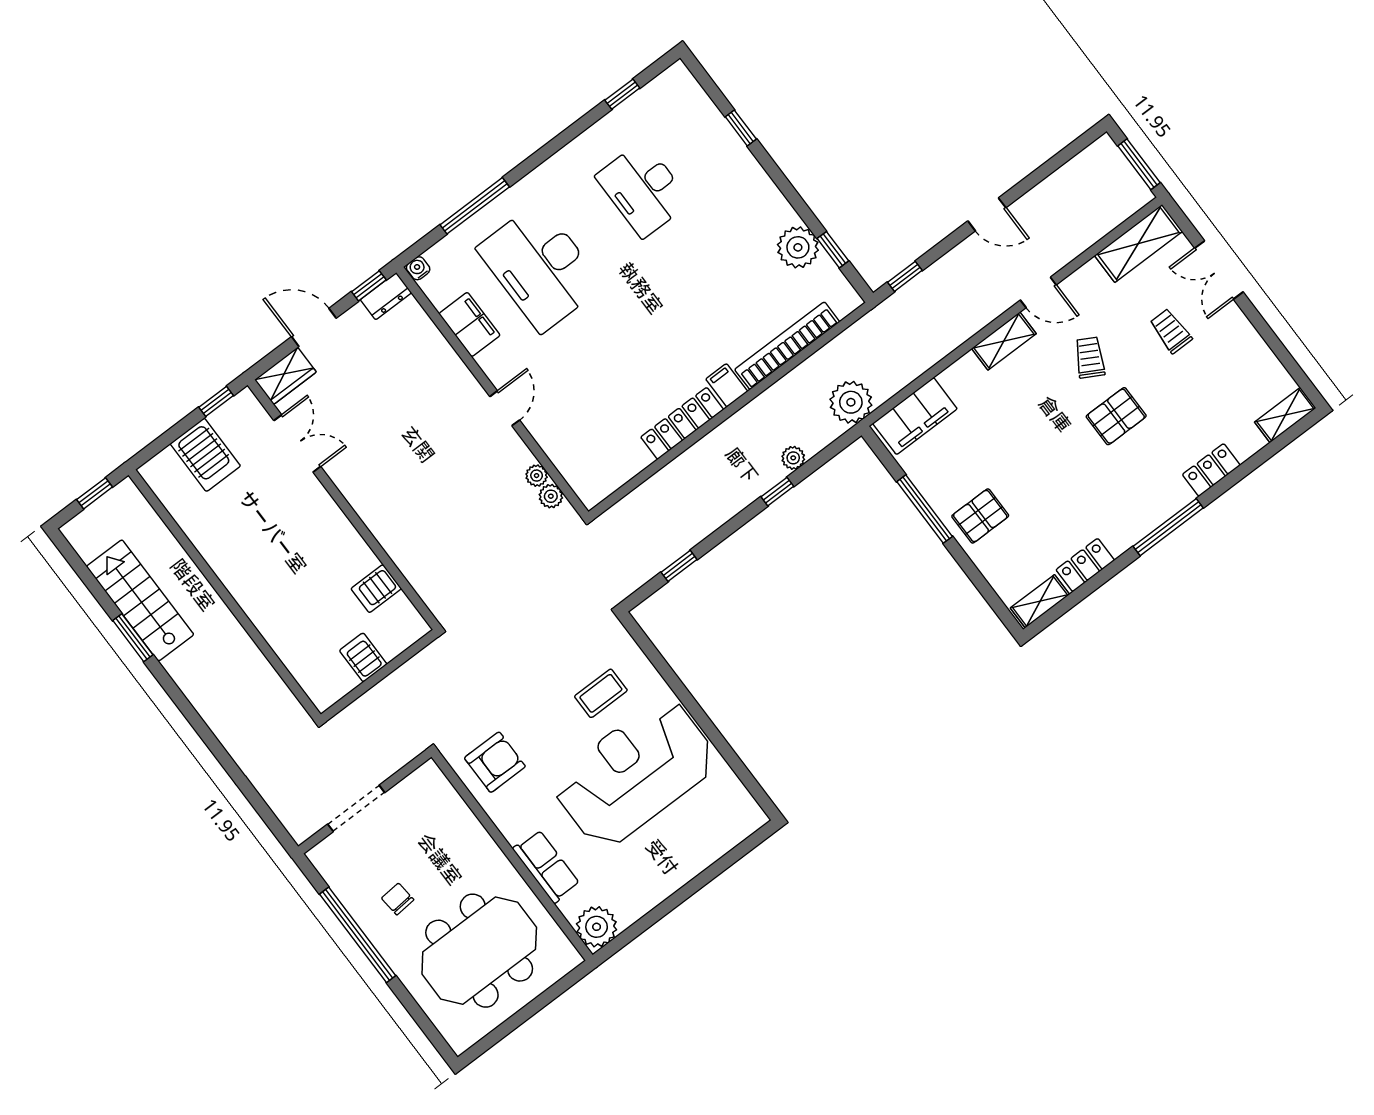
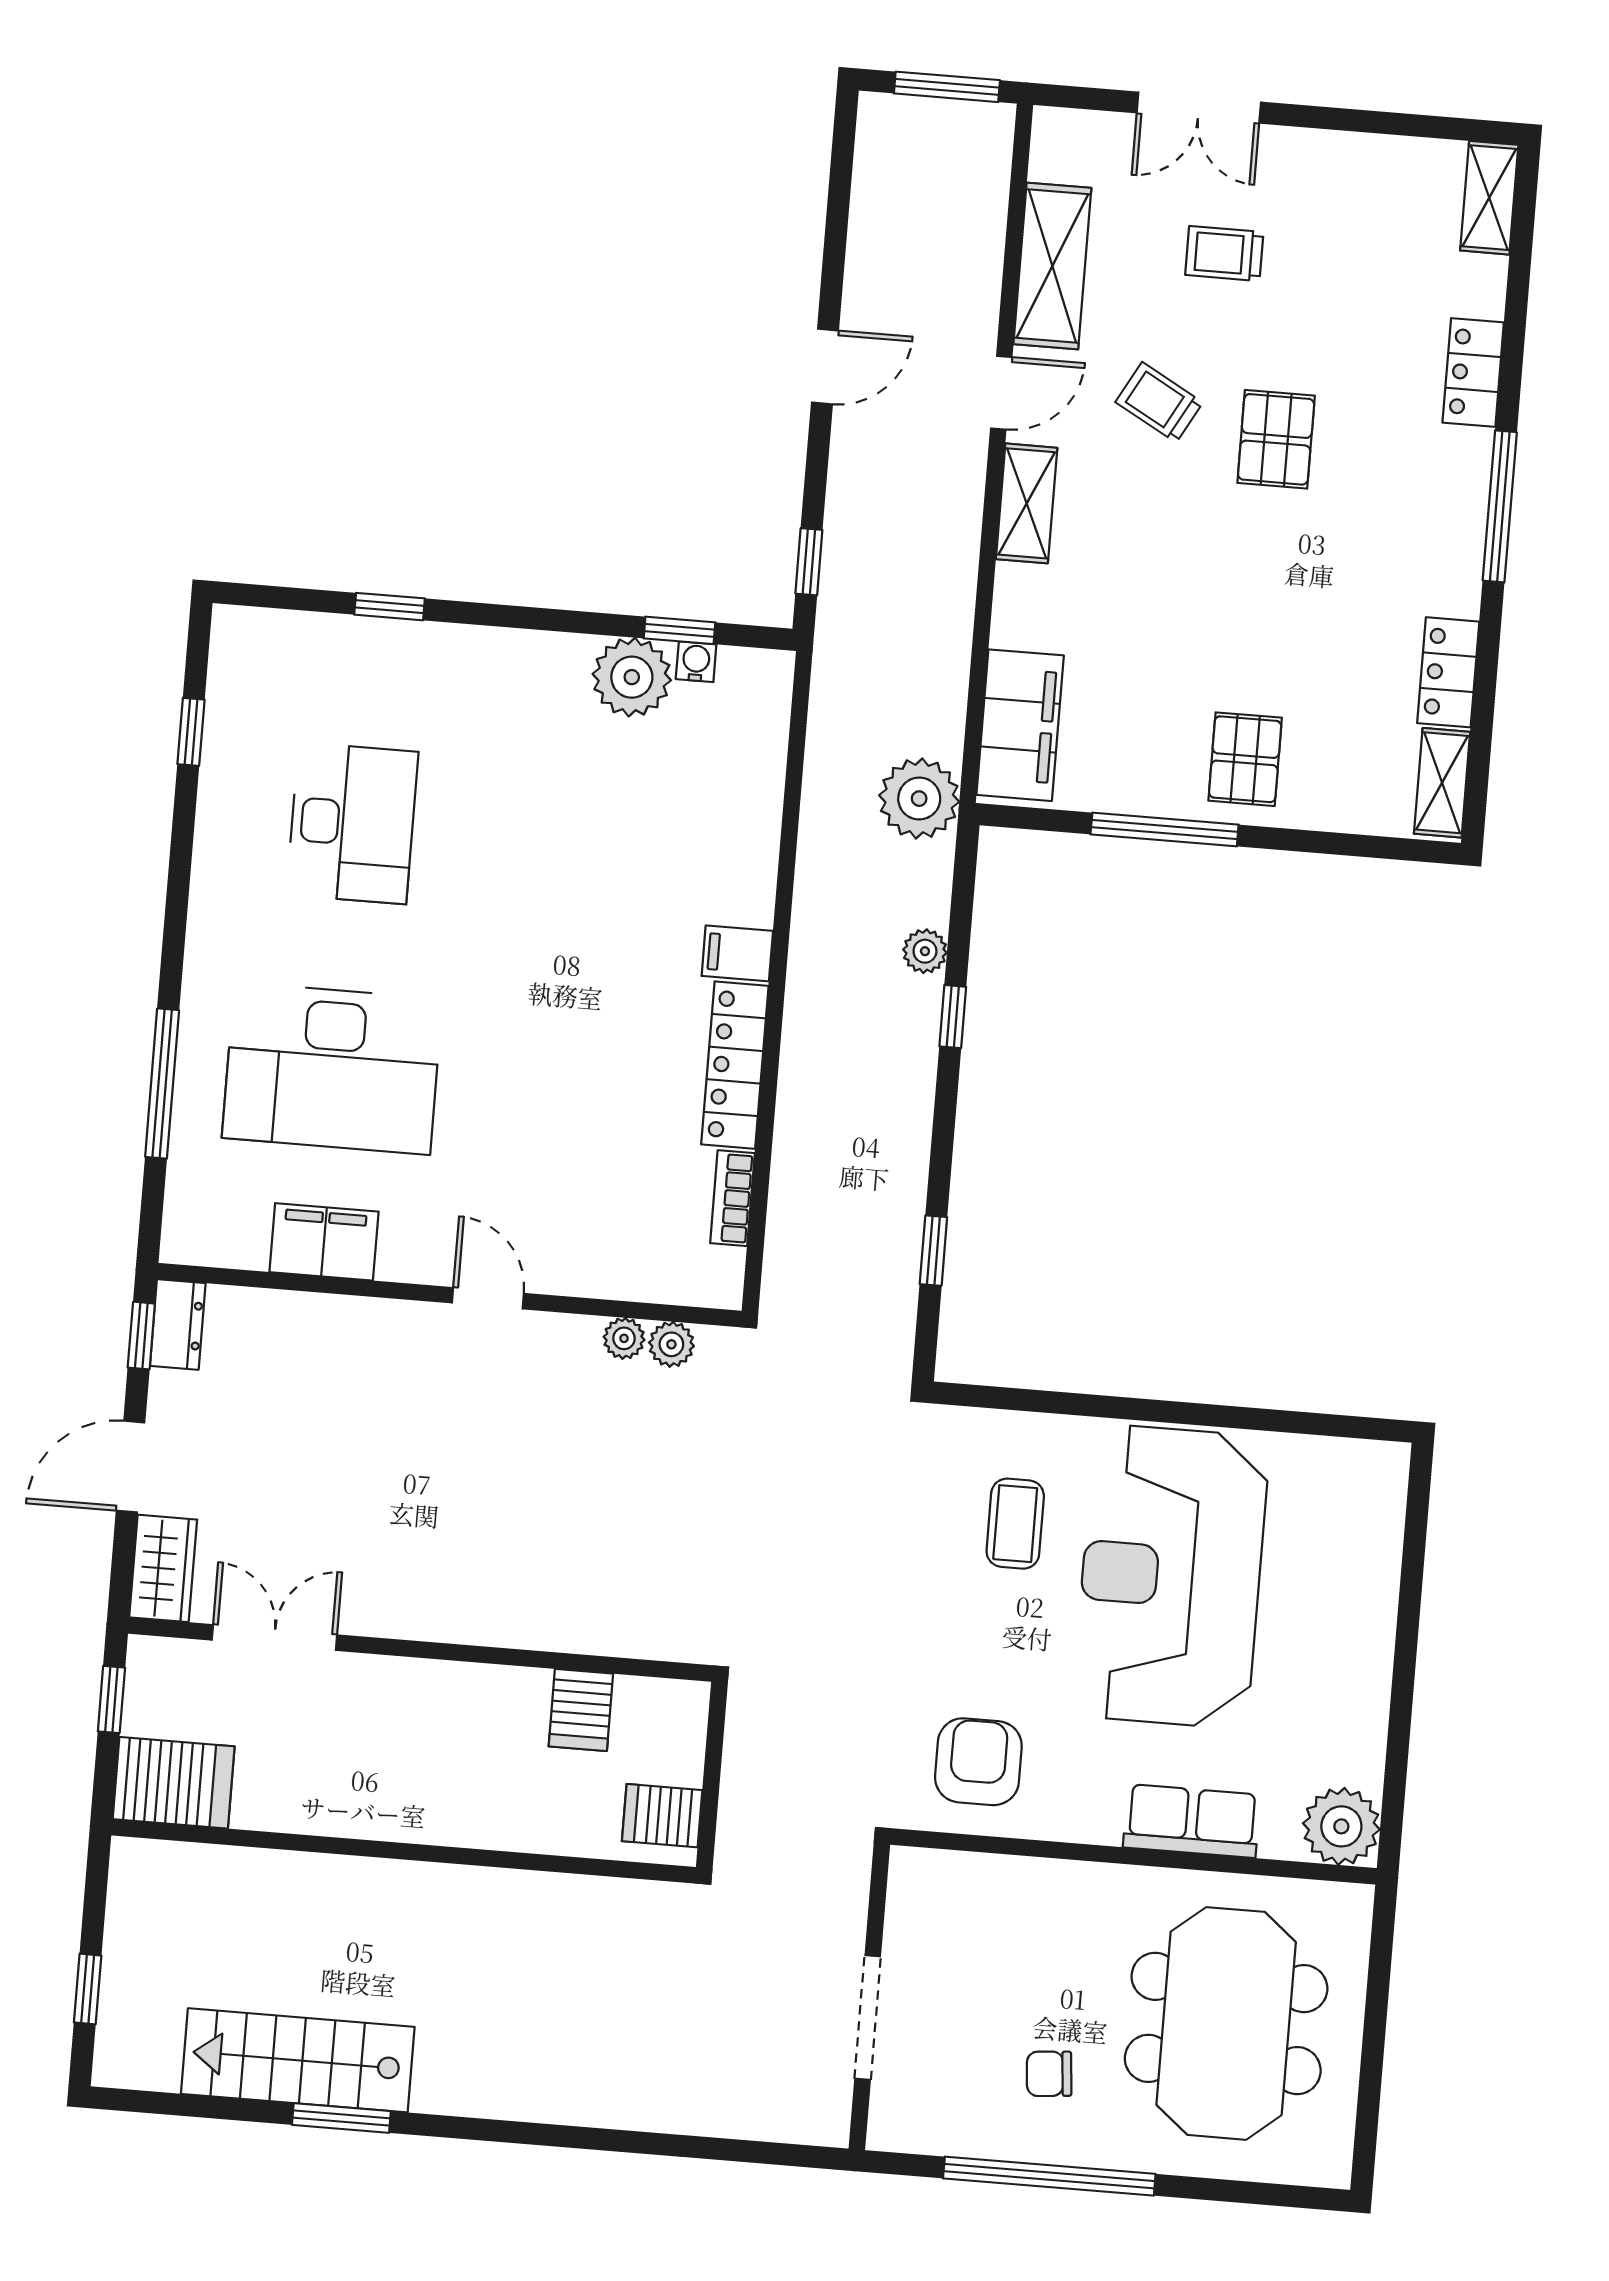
desk: (643, 189) -> (352, 823), turned -90
shelving: (1138, 243) -> (1052, 266), moved
water cooler: (418, 268) -> (696, 662), moved, turned 90
bookcase: (787, 346) -> (732, 1198), moved, width x0.43, depth x0.76
wall: (225, 595) -> (404, 1851), moved

